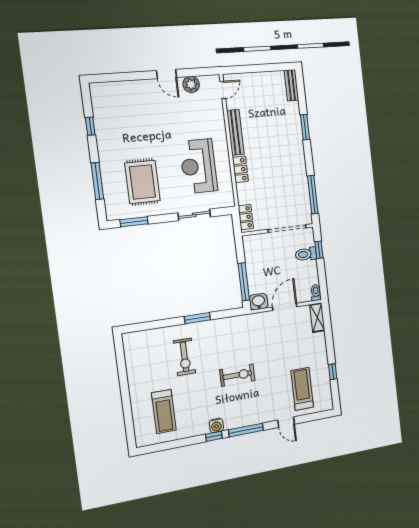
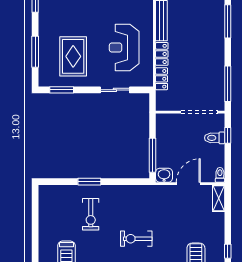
window: (305, 127) -> (228, 21), width x1.44
locker: (246, 217) -> (162, 79), moved
window: (197, 318) -> (89, 182), moved
exercise bike: (237, 375) -> (136, 239), turned 180

